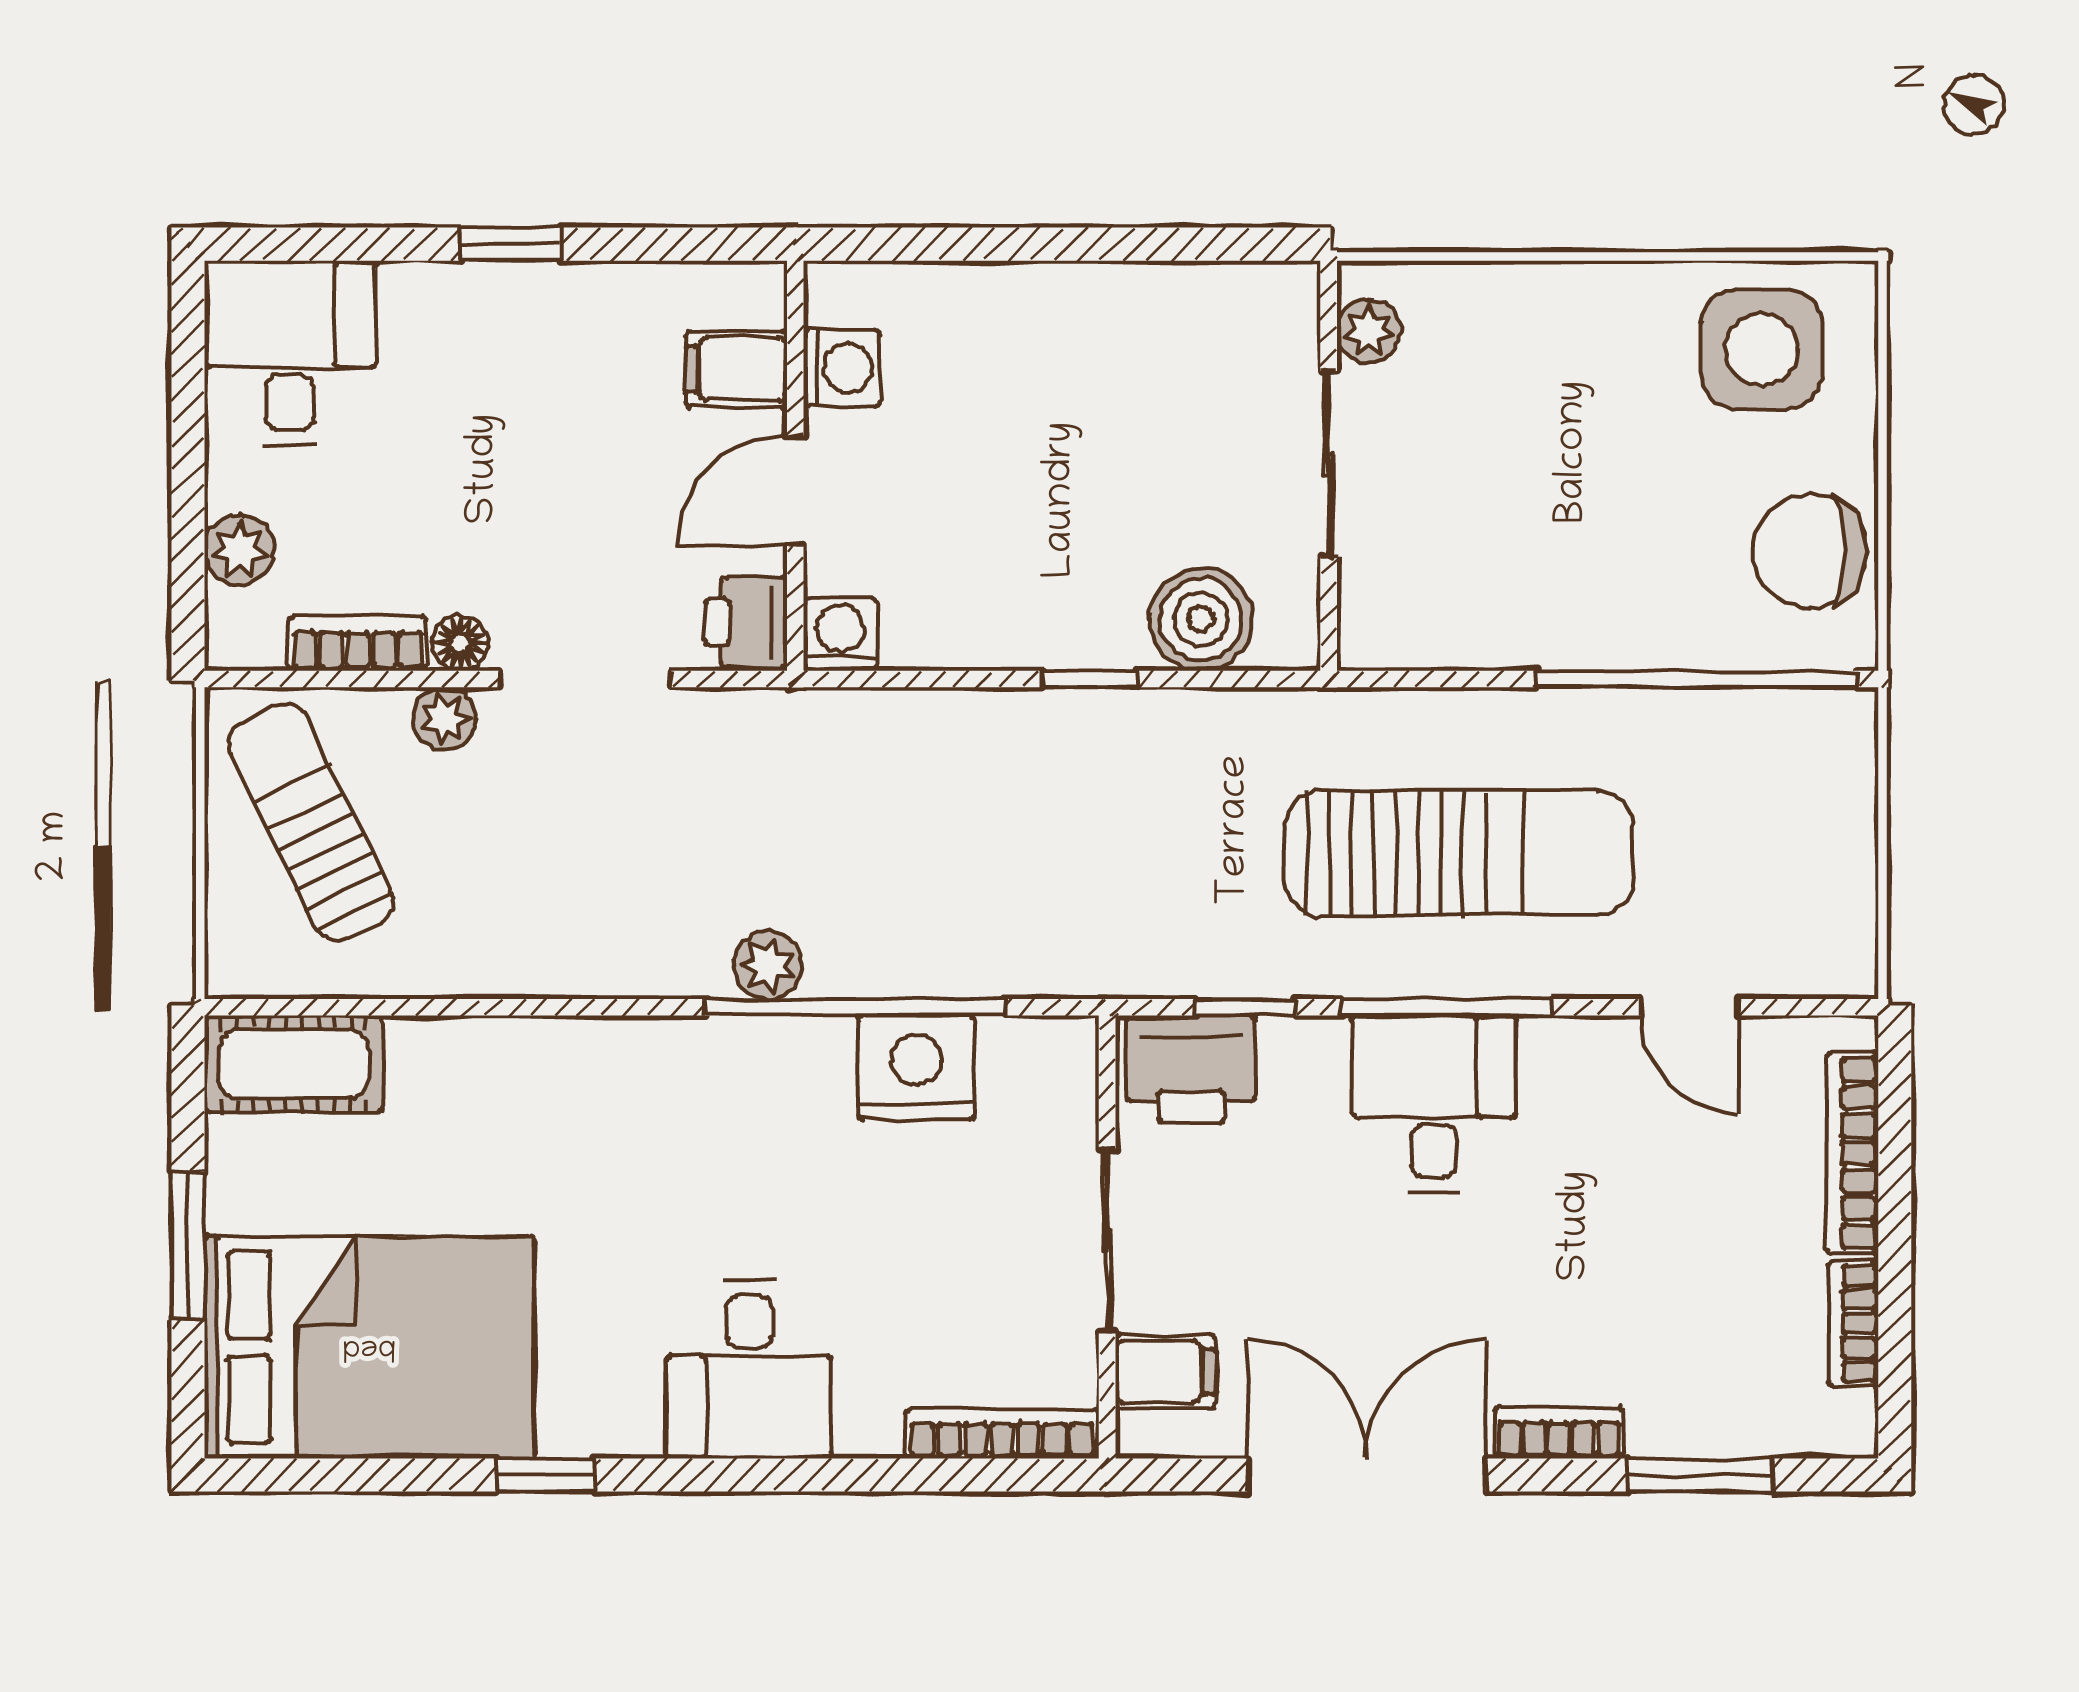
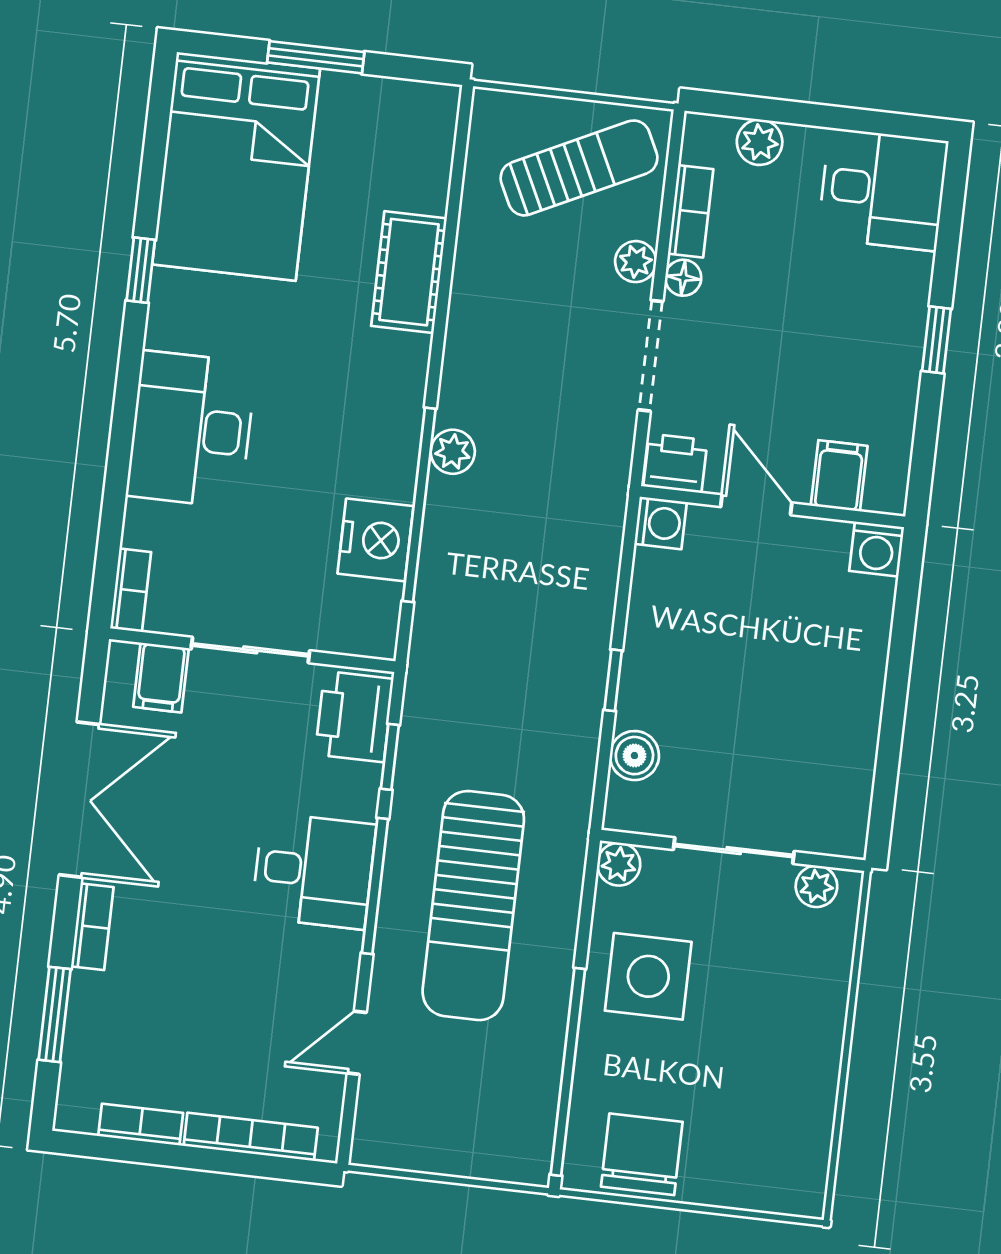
side table: (1762, 349) -> (648, 976), moved
washing machine: (842, 368) -> (877, 549), moved
boiler: (1201, 619) -> (634, 756), width x0.73, depth x0.73
plant: (1370, 638) -> (619, 864), added
cot: (294, 1064) -> (409, 272), moved
desk: (749, 1370) -> (191, 429), width x1.37
bookcase: (1002, 1434) -> (131, 590), width x0.64

